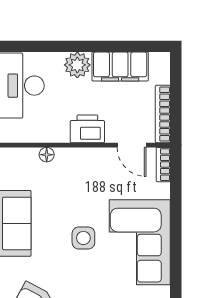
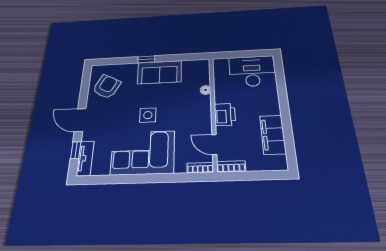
plant: (77, 65) -> (270, 106), removed
bookcase: (163, 114) -> (231, 166), width x0.64
door: (132, 145) -> (214, 145), hinge flipped

